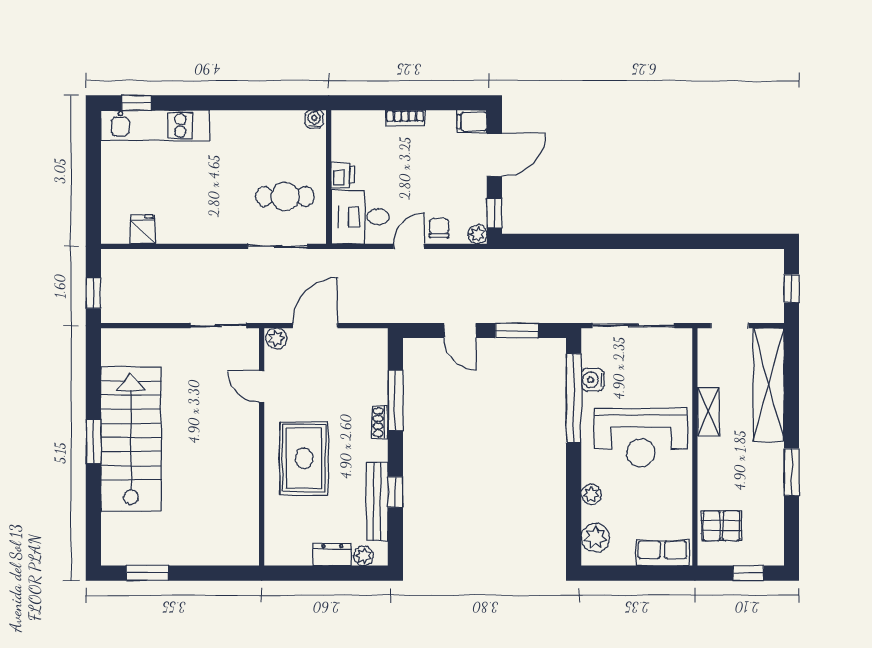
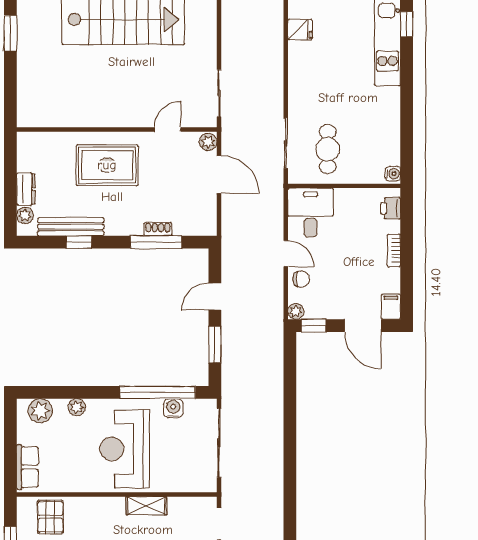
printer: (343, 175) -> (391, 208), moved, turned 90
shoe rack: (380, 422) -> (158, 229), moved

